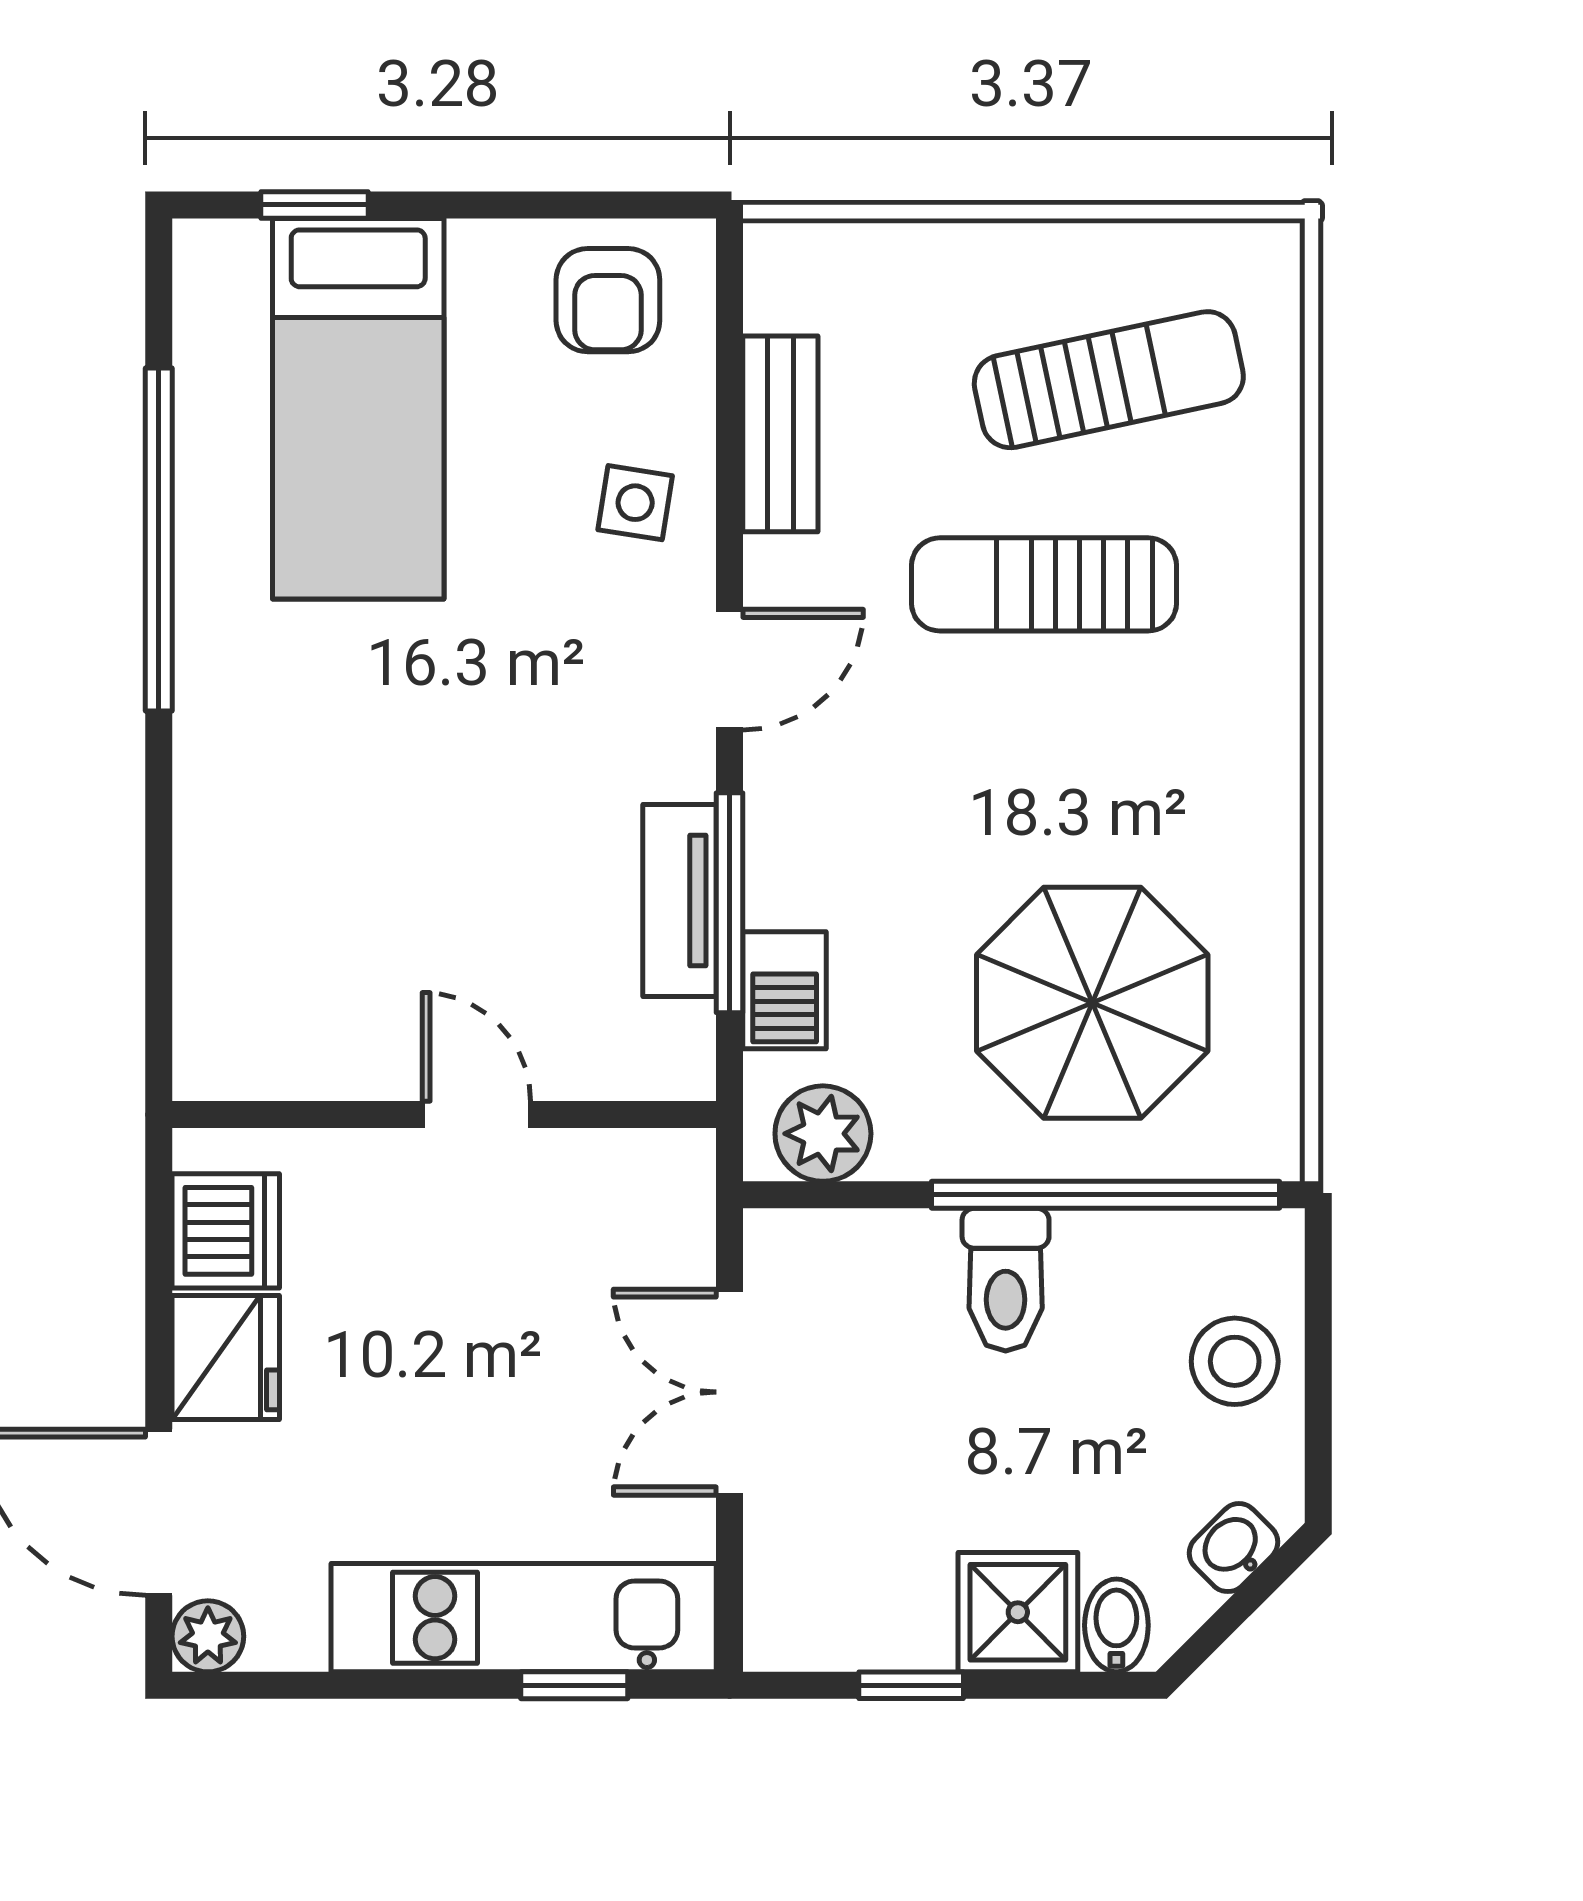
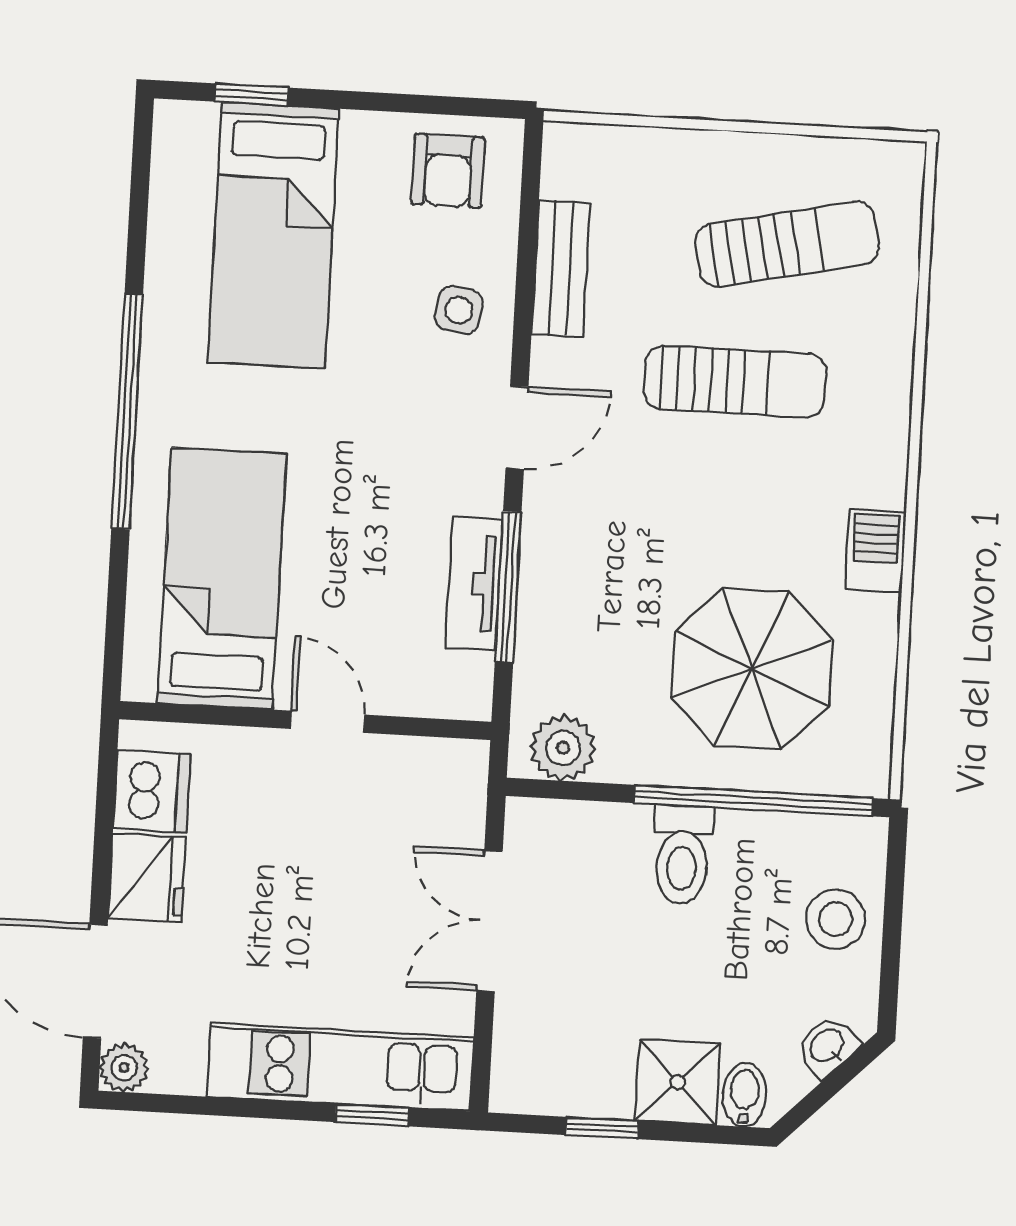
window: (159, 540) -> (127, 412), moved
sun lounger: (1044, 584) -> (735, 381), turned 180
bed: (311, 914) -> (222, 579), added
barbecue: (785, 990) -> (876, 551), moved, turned 180

